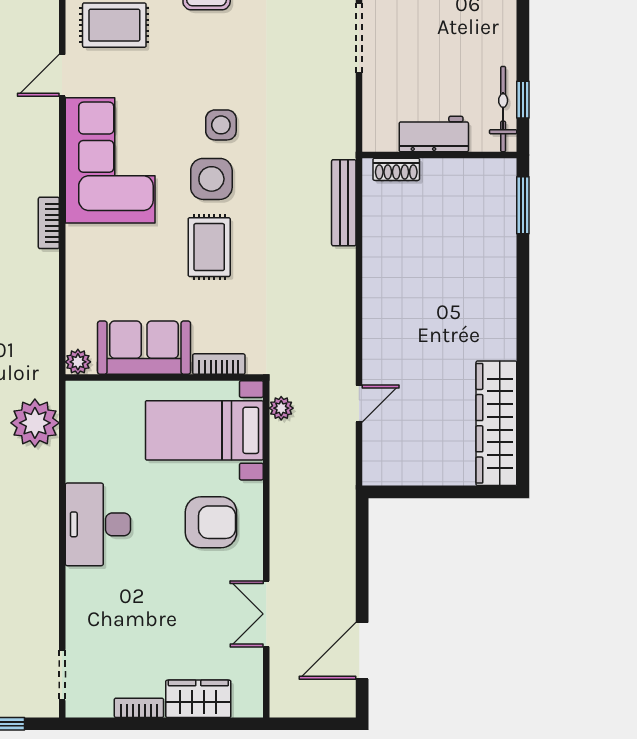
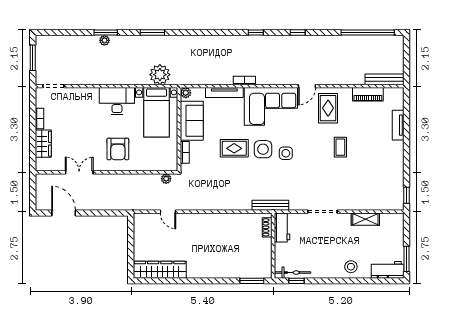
door: (62, 75) -> (307, 86), swing flipped
workbench: (434, 134) -> (282, 228), moved
bench: (344, 203) -> (270, 205), moved
tv unit: (77, 270) -> (224, 93), added
bed with nightstands: (204, 430) -> (157, 112), moved, turned 180

